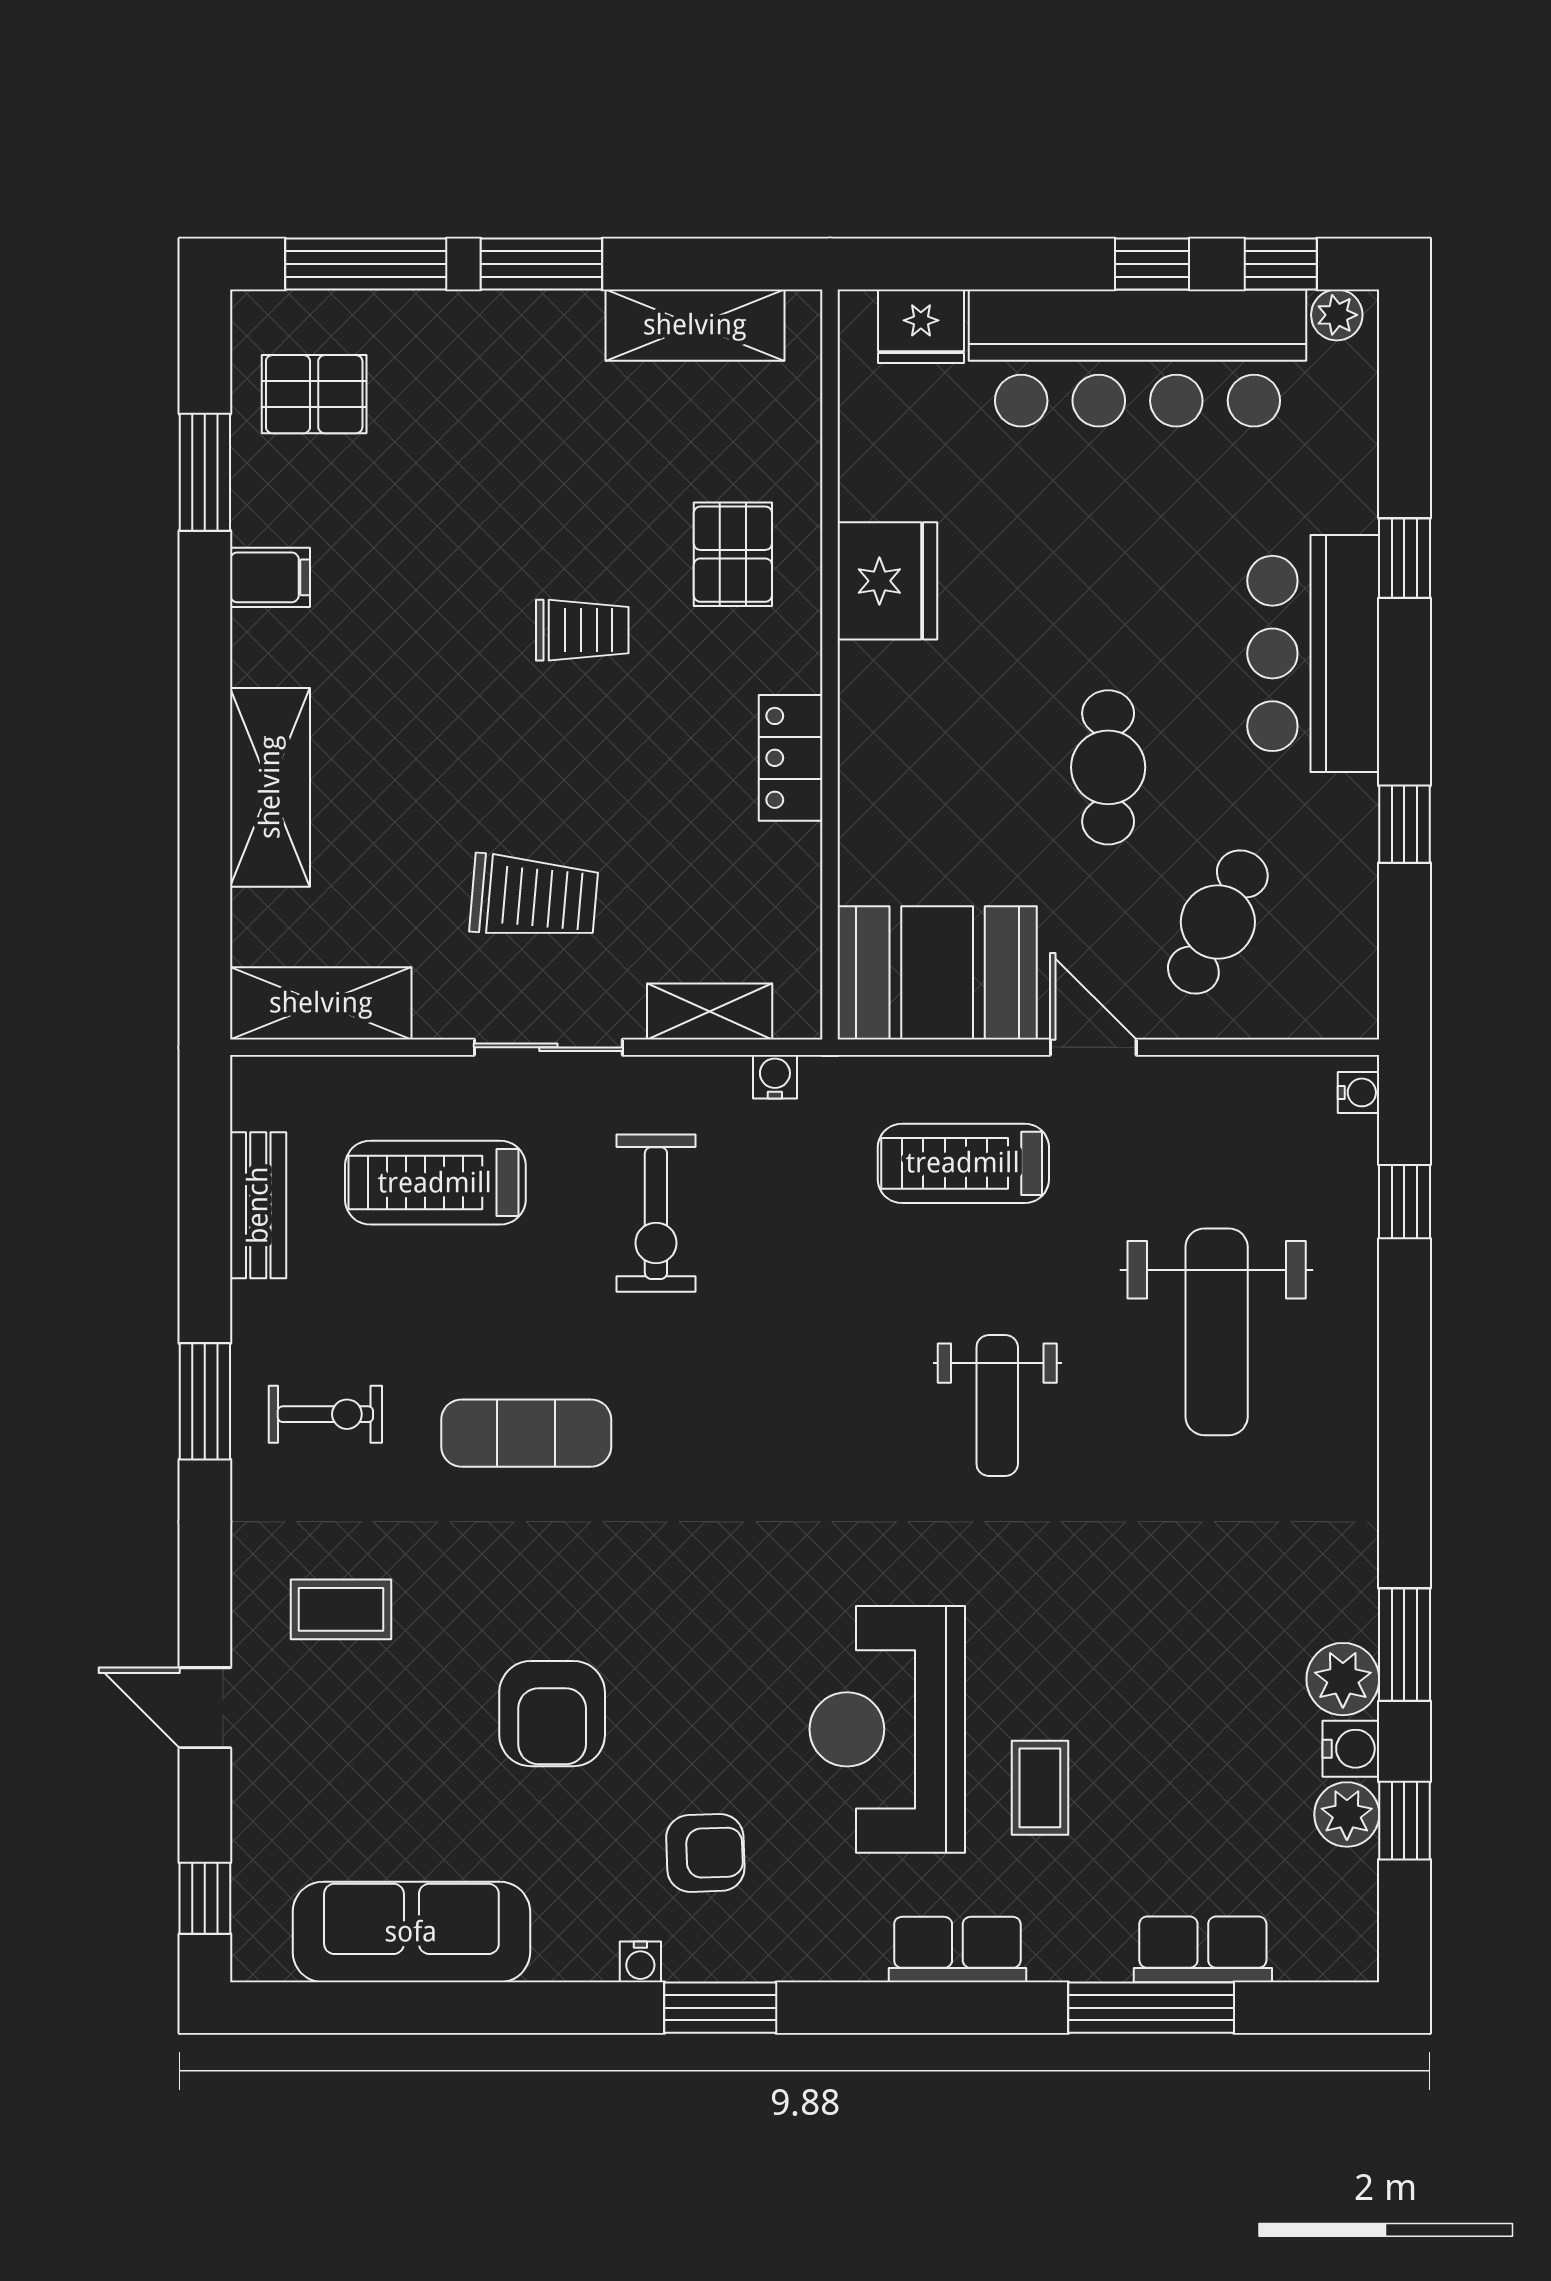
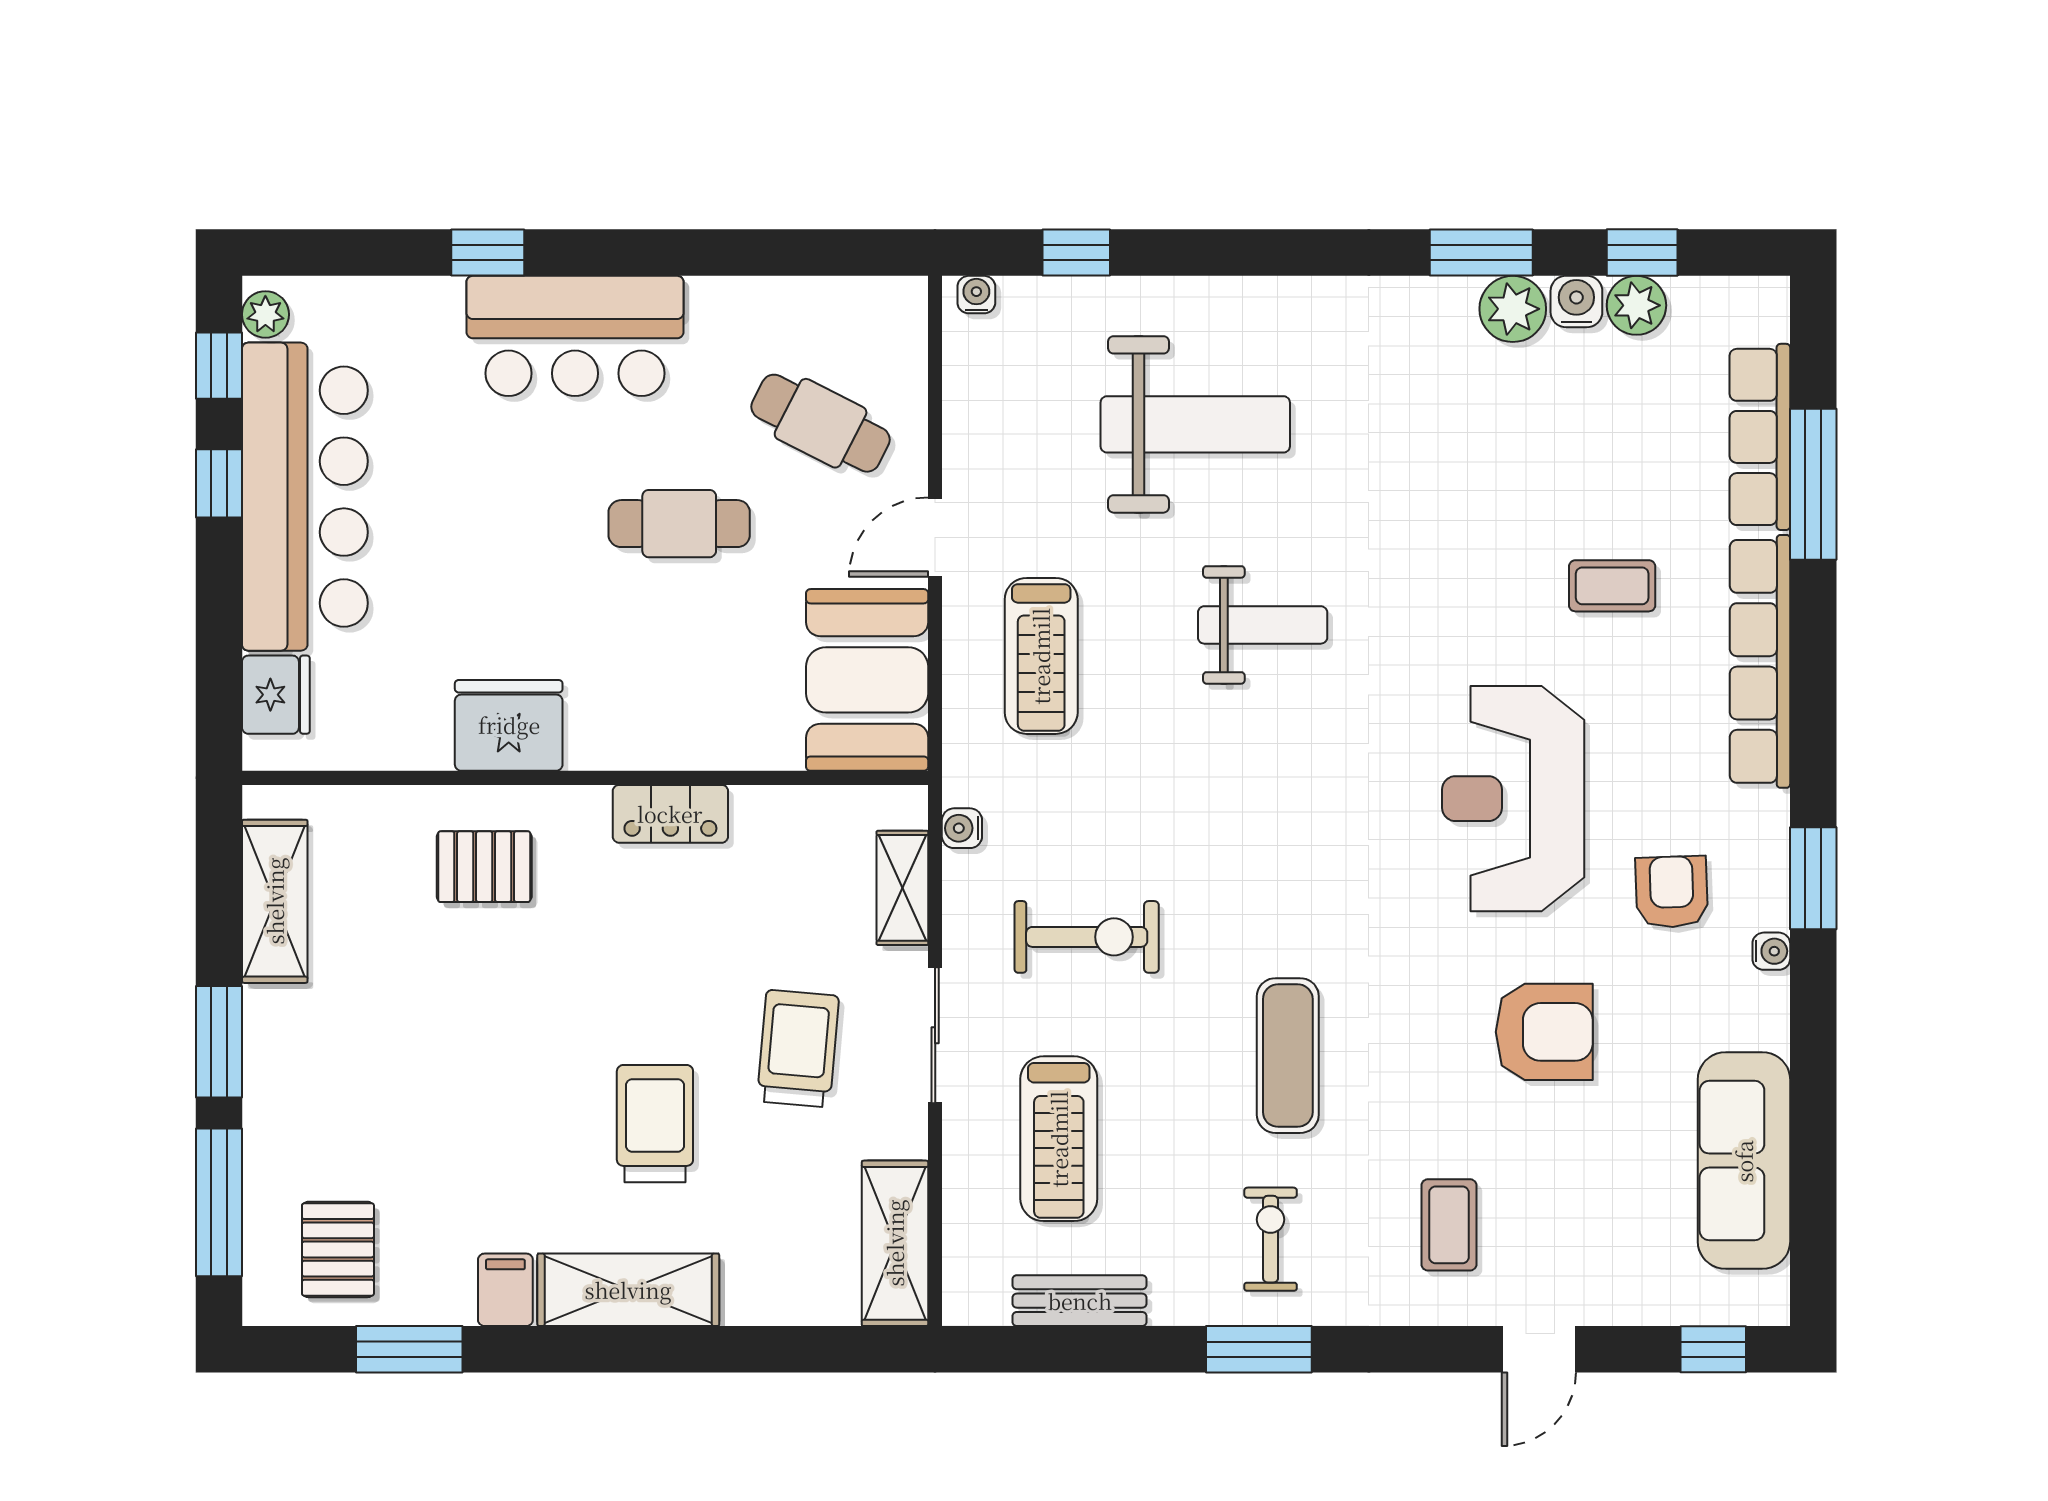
trolley: (582, 630) -> (655, 1124), moved, width x1.36, depth x1.39
shelving: (270, 787) -> (628, 1290), moved
window: (1404, 824) -> (731, 253), removed
reception desk: (887, 1729) -> (1513, 799), moved, turned 90
row of seats: (1203, 1949) -> (1760, 437), width x1.48
row of seats: (957, 1950) -> (1760, 661), width x2.02

